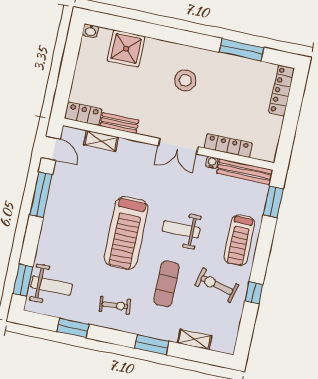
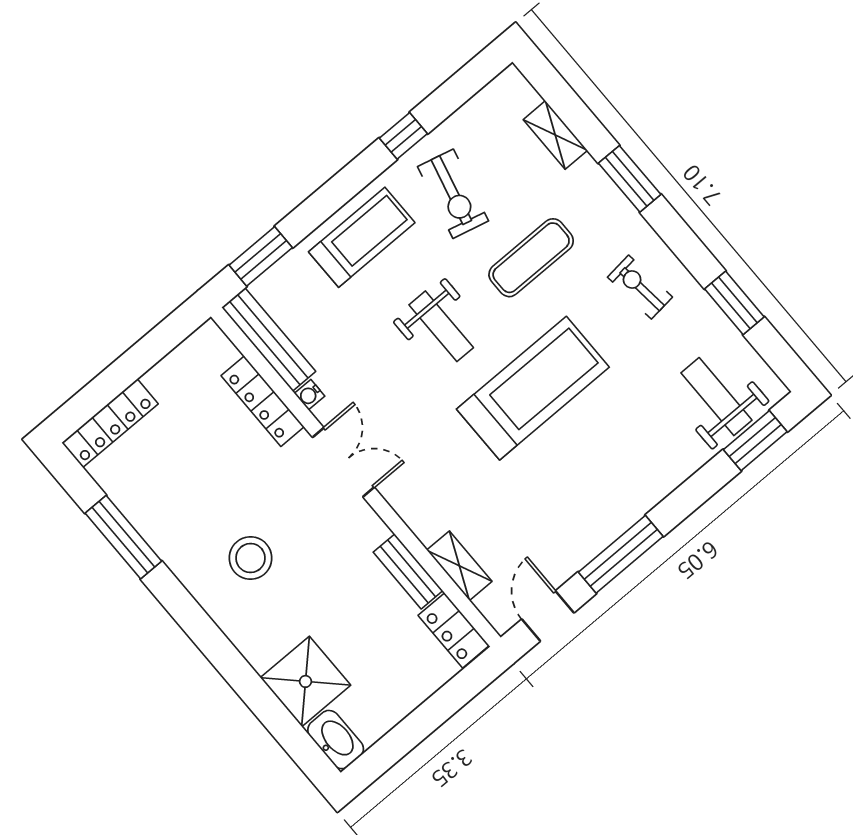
washbasin: (90, 31) -> (336, 740), width x1.91, depth x1.45

